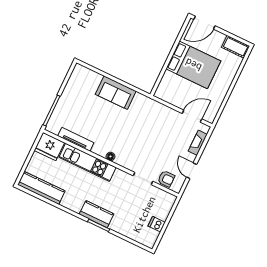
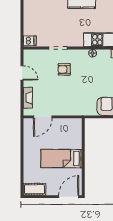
bed: (193, 65) -> (61, 159), width x0.67
armchair: (166, 179) -> (64, 69), moved
dishwasher: (157, 224) -> (30, 41), moved

